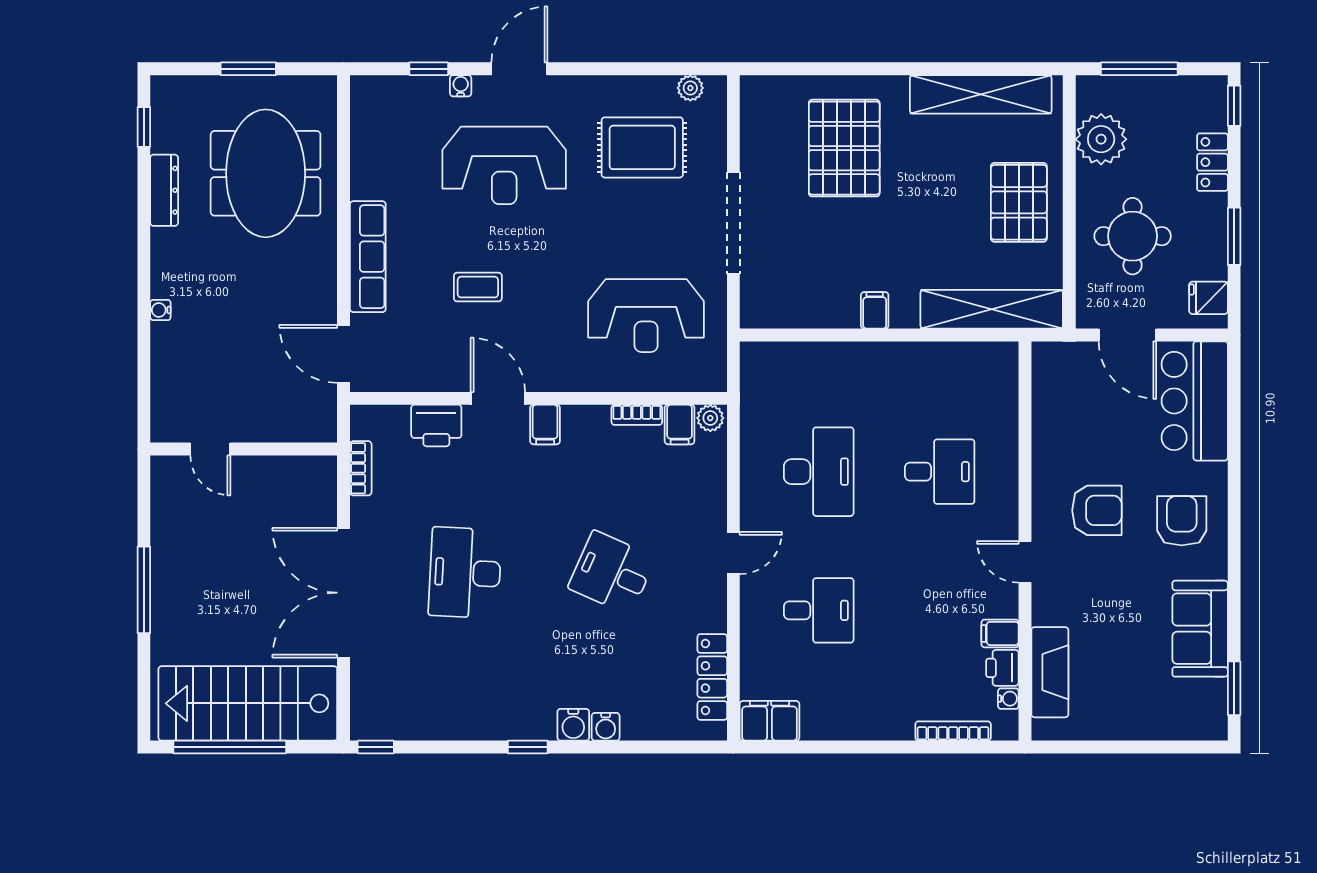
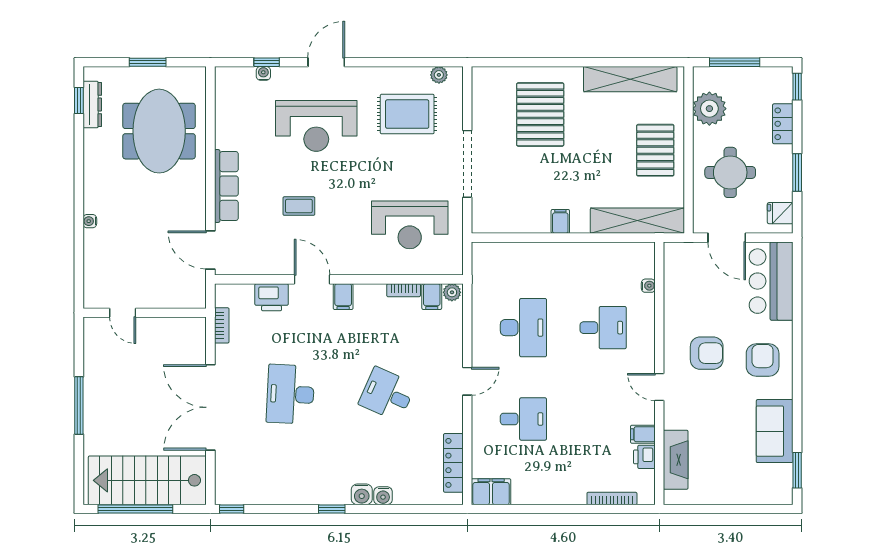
water cooler: (461, 86) -> (263, 73), moved
dresser: (164, 190) -> (92, 105), moved
water cooler: (1008, 699) -> (648, 286), moved

